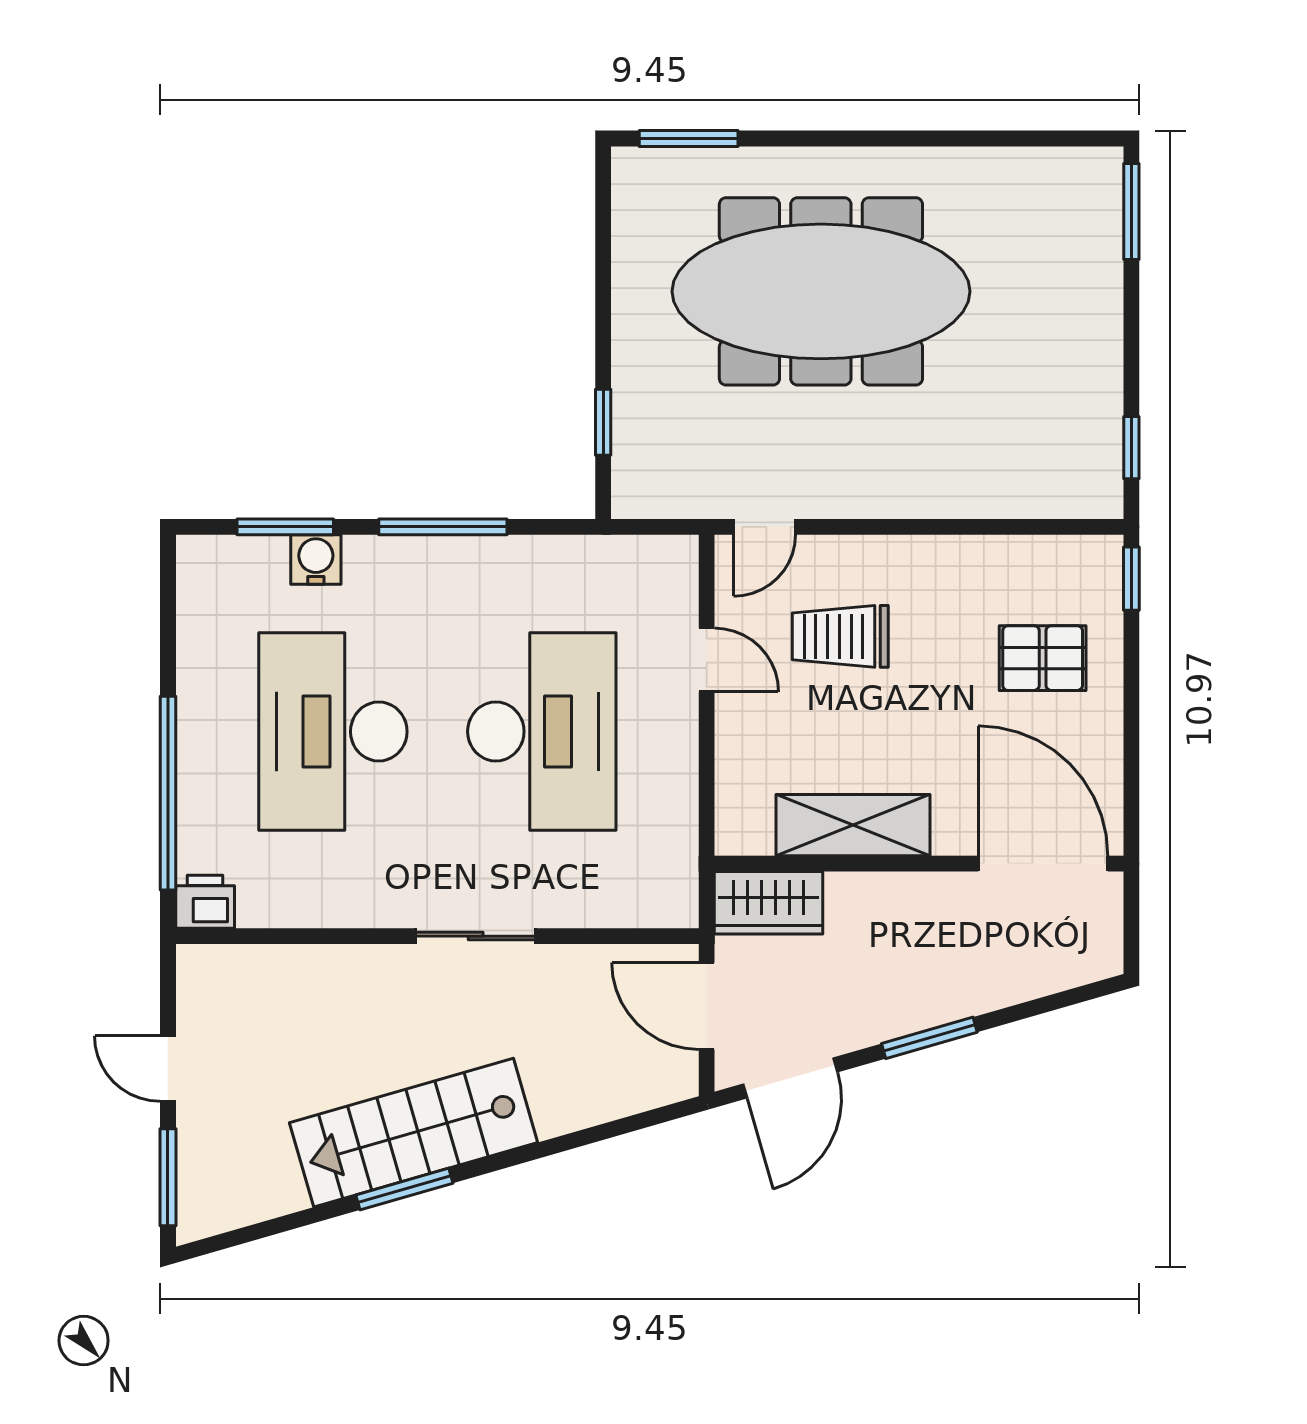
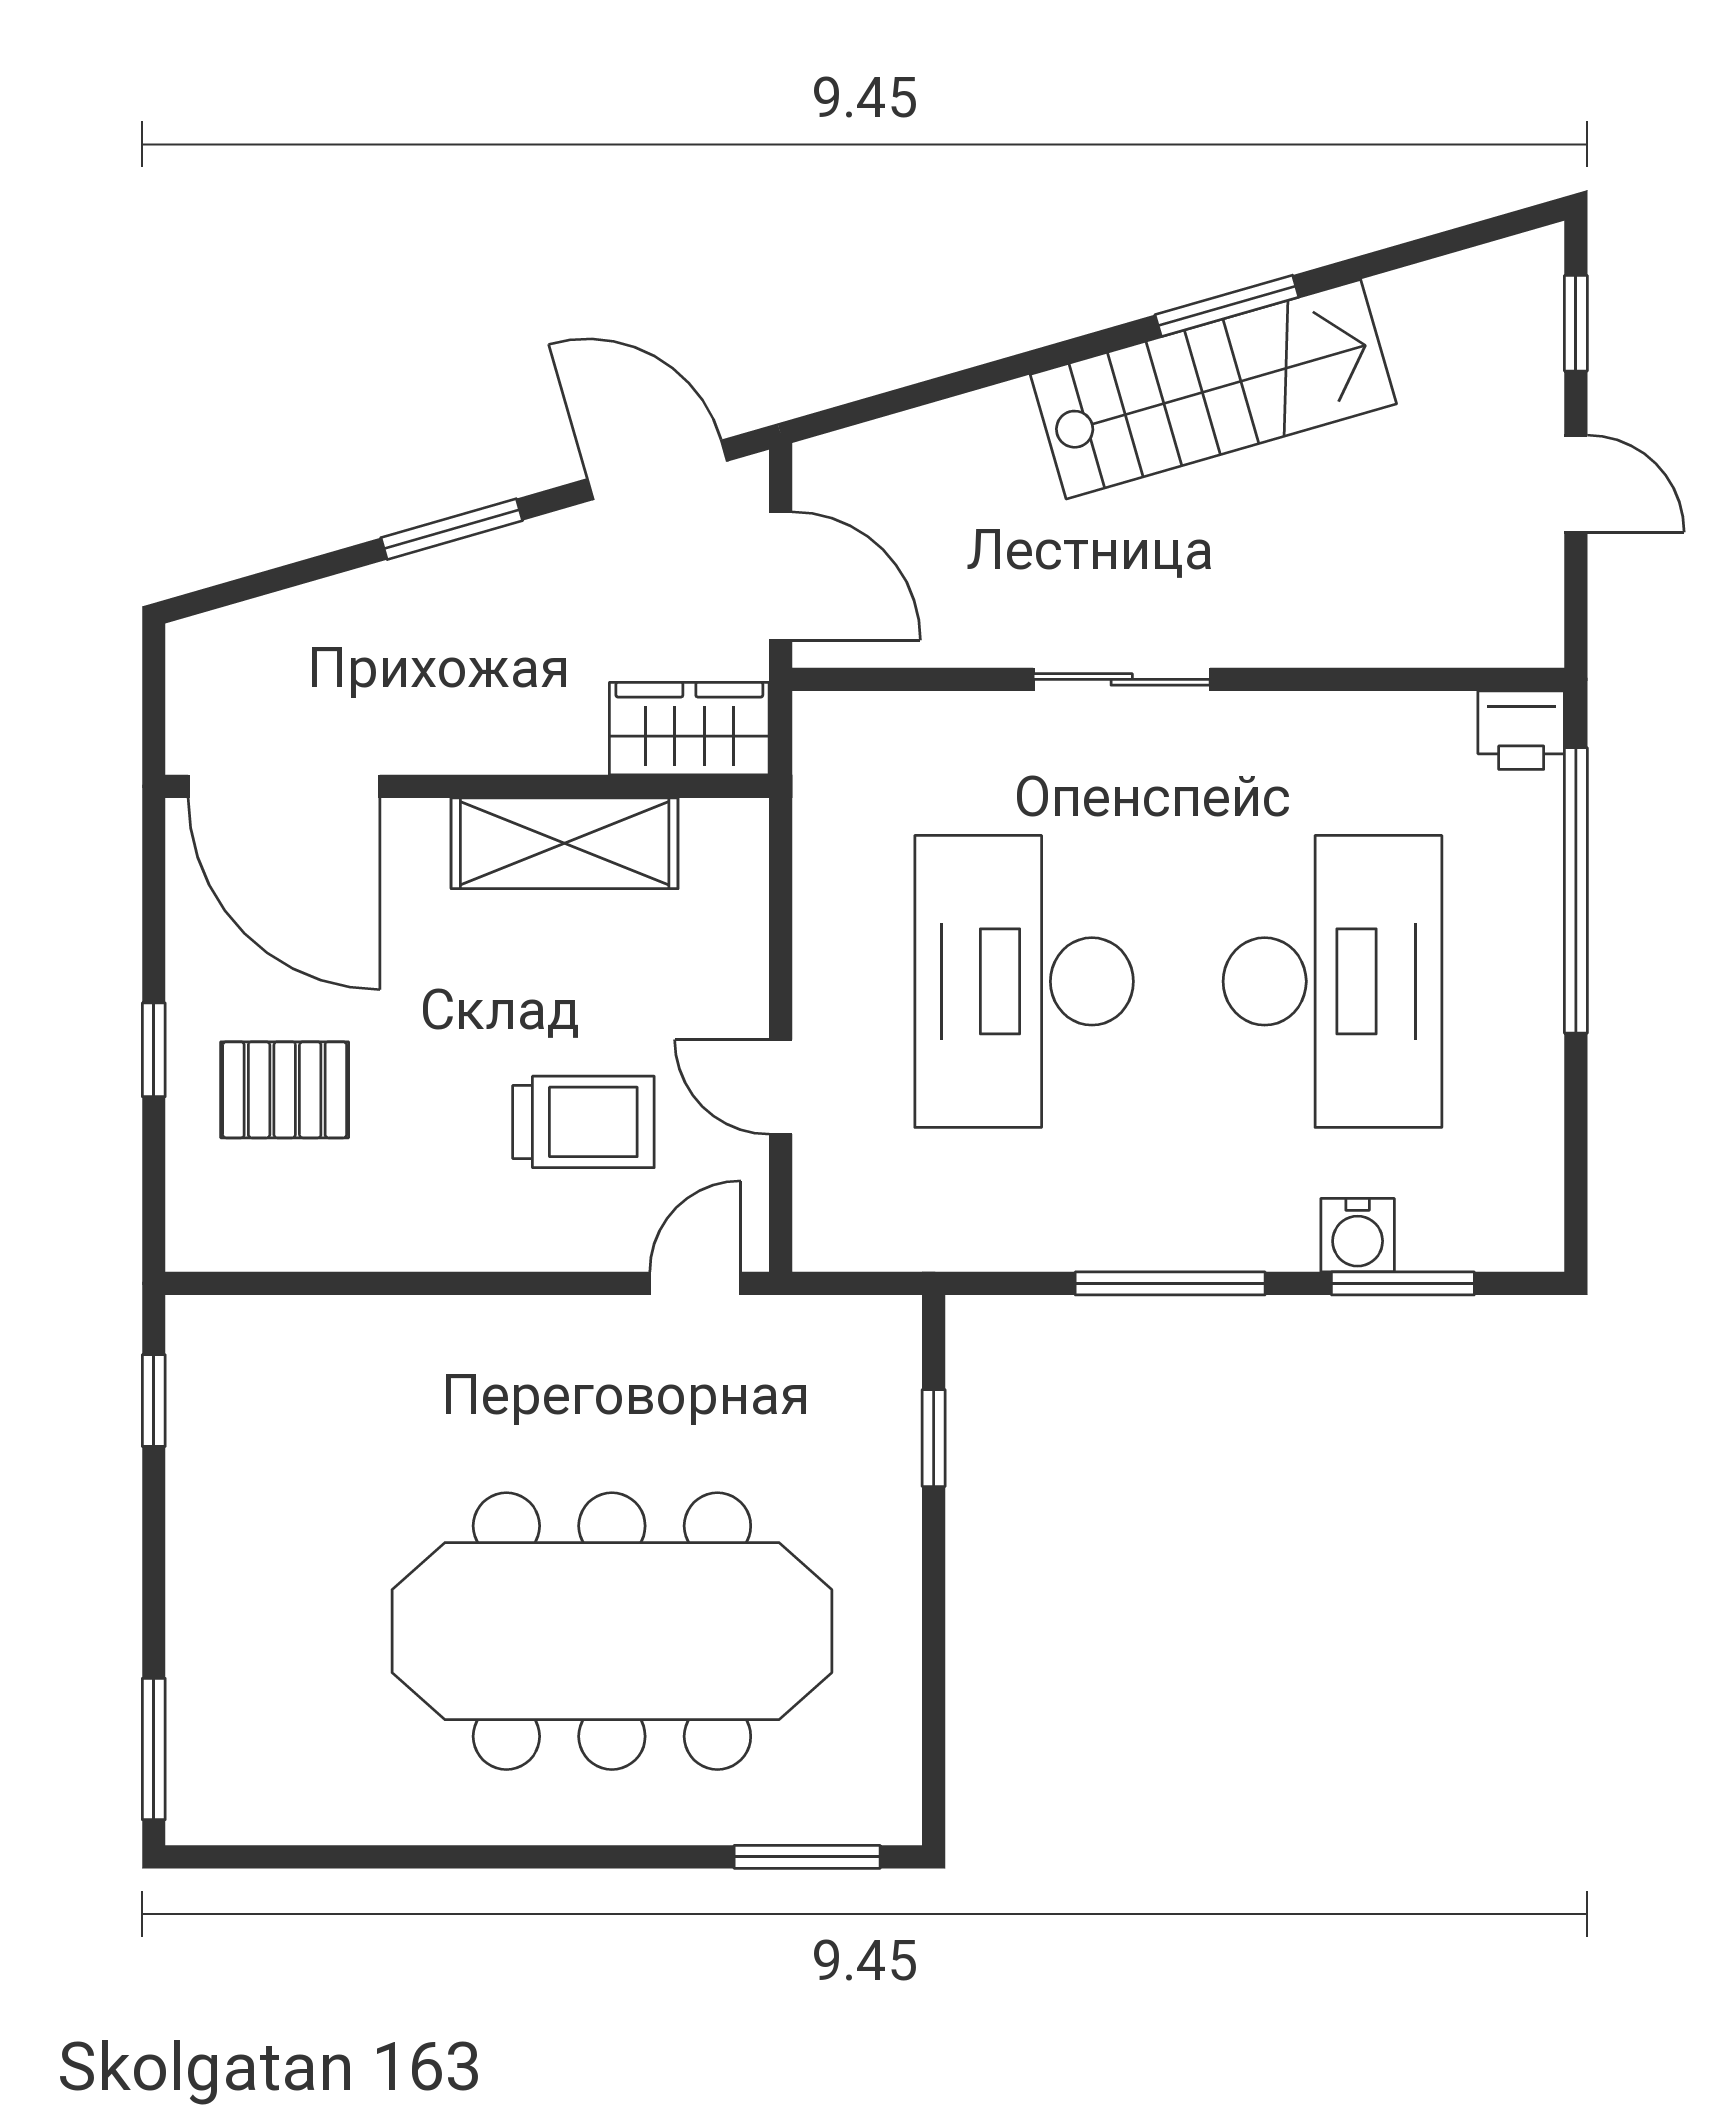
window: (1131, 579) -> (154, 1050), moved
door: (790, 1078) -> (657, 470), hinge flipped
window: (168, 1177) -> (1576, 323), width x0.67

